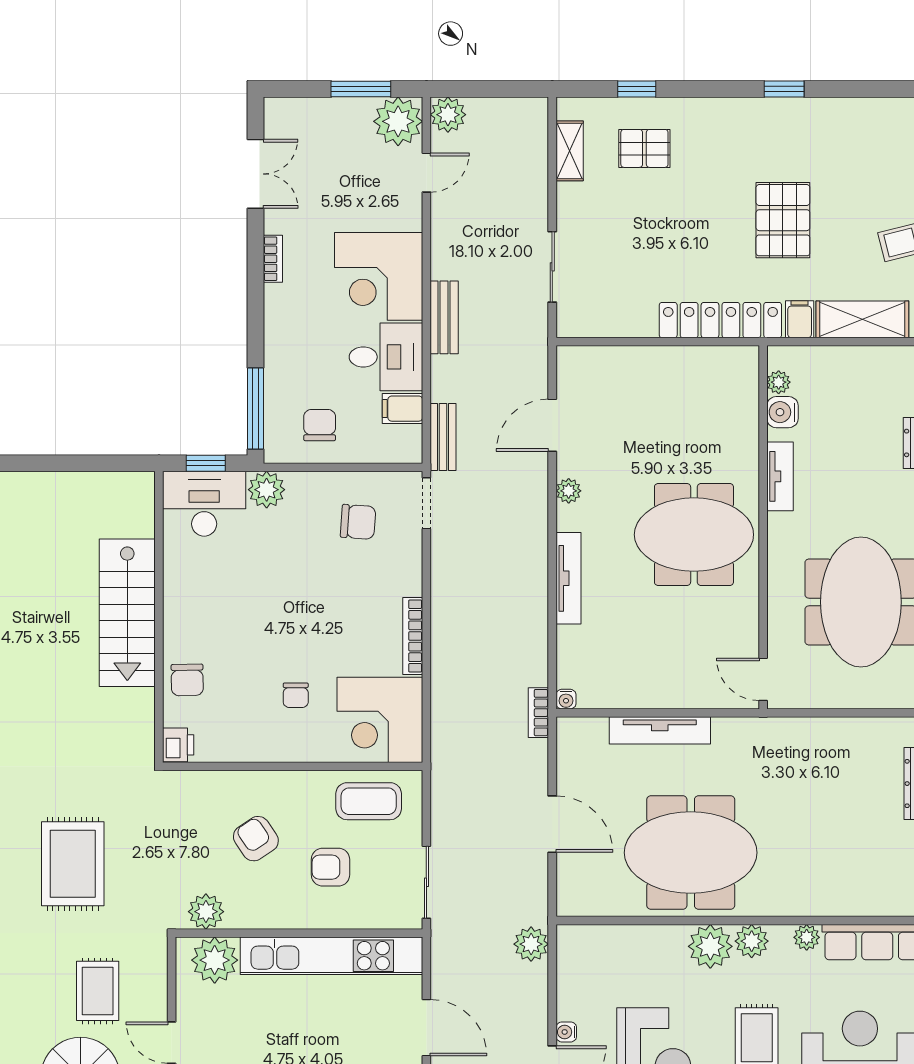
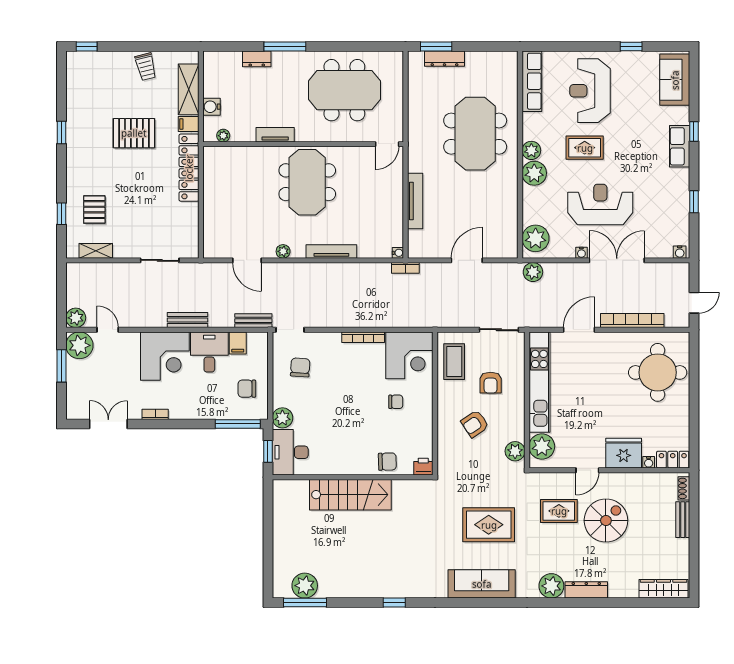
water cooler: (782, 412) -> (212, 107), moved, turned 90
meeting table: (691, 853) -> (475, 134), moved
plant: (807, 937) -> (536, 238), moved, width x1.87, depth x1.87

